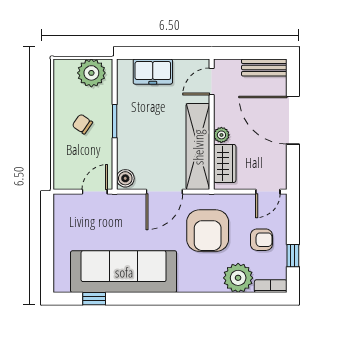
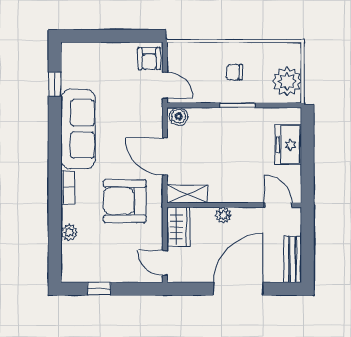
chair: (82, 124) -> (234, 72), turned -124
shelving: (198, 147) -> (187, 194), width x0.45, depth x0.75
wardrobe: (225, 163) -> (178, 227), moved, turned -90
armchair: (261, 240) -> (149, 59), moved
sofa: (124, 272) -> (78, 129), width x0.74, depth x0.79
plant: (238, 278) -> (69, 232), width x0.53, depth x0.53
bookcase: (271, 286) -> (68, 187), moved

